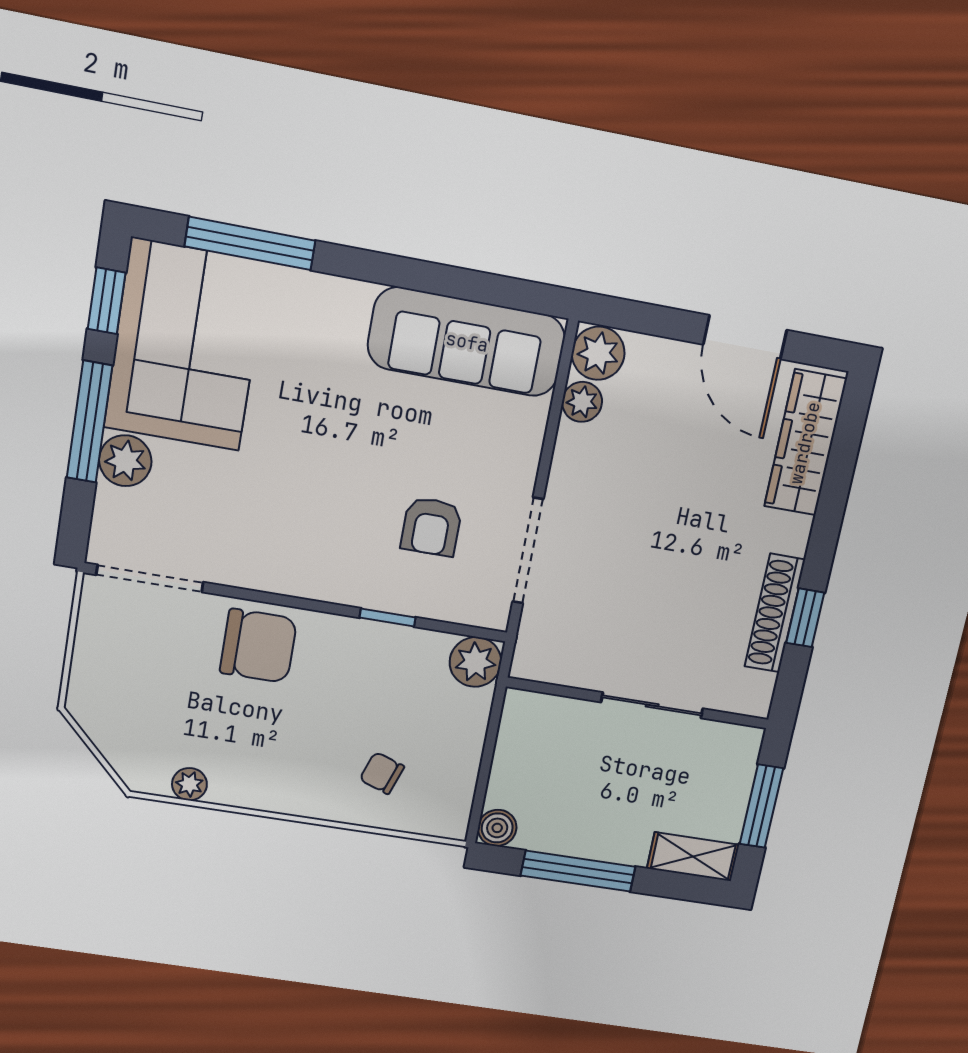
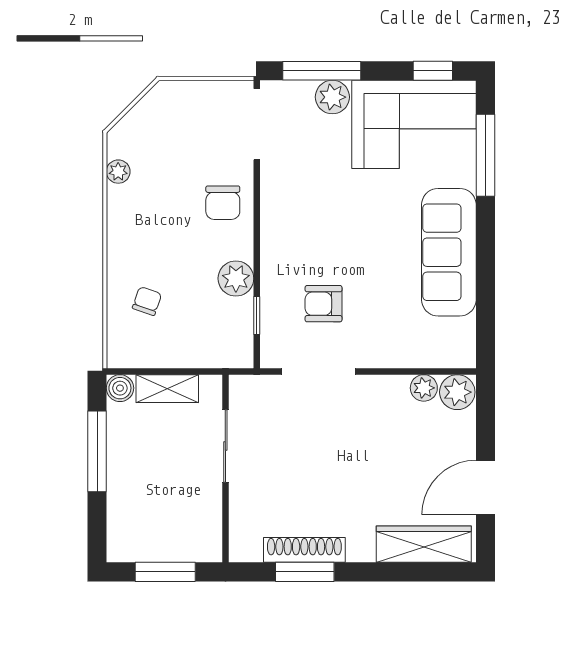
sofa: (467, 342) -> (449, 252), moved
window: (90, 422) -> (322, 71), moved
window: (388, 618) -> (257, 315), moved
window: (805, 618) -> (305, 572), width x1.50
chair: (258, 646) -> (223, 203), width x0.73, depth x0.73
plant: (475, 662) -> (236, 278), moved
sliding door: (652, 705) -> (225, 446), moved
shelving: (693, 857) -> (167, 389), moved, turned 90

